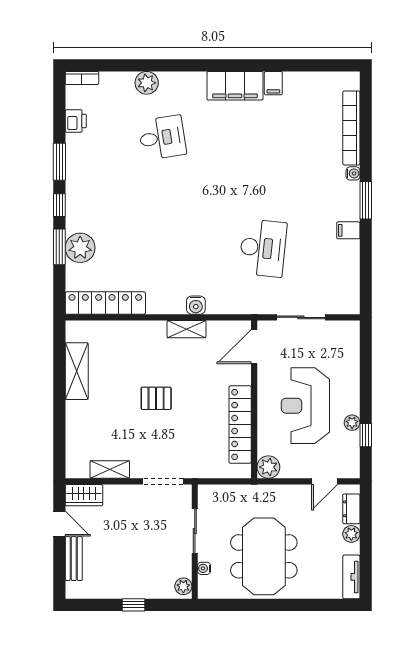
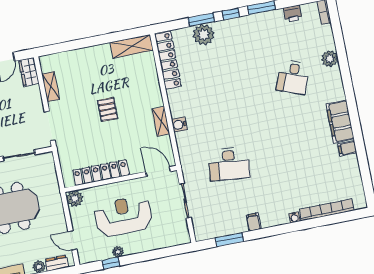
desk: (162, 138) -> (293, 77), turned 30
window: (366, 200) -> (230, 240), moved
shelving: (77, 371) -> (132, 46), moved

